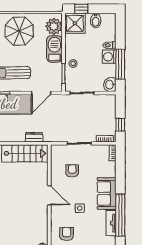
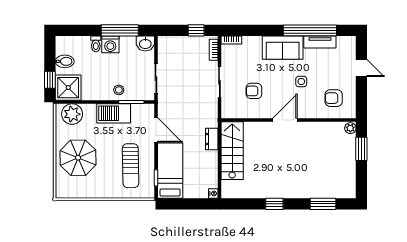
barbecue: (54, 49) -> (114, 113), moved

